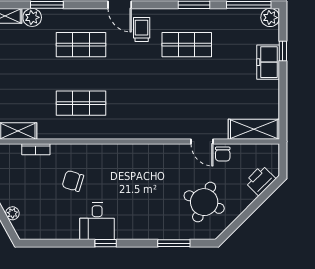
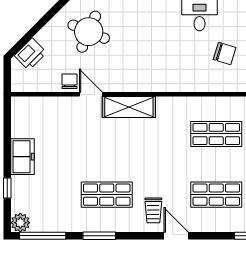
freezer: (268, 62) -> (22, 157), moved
shelving: (254, 129) -> (129, 107), moved

